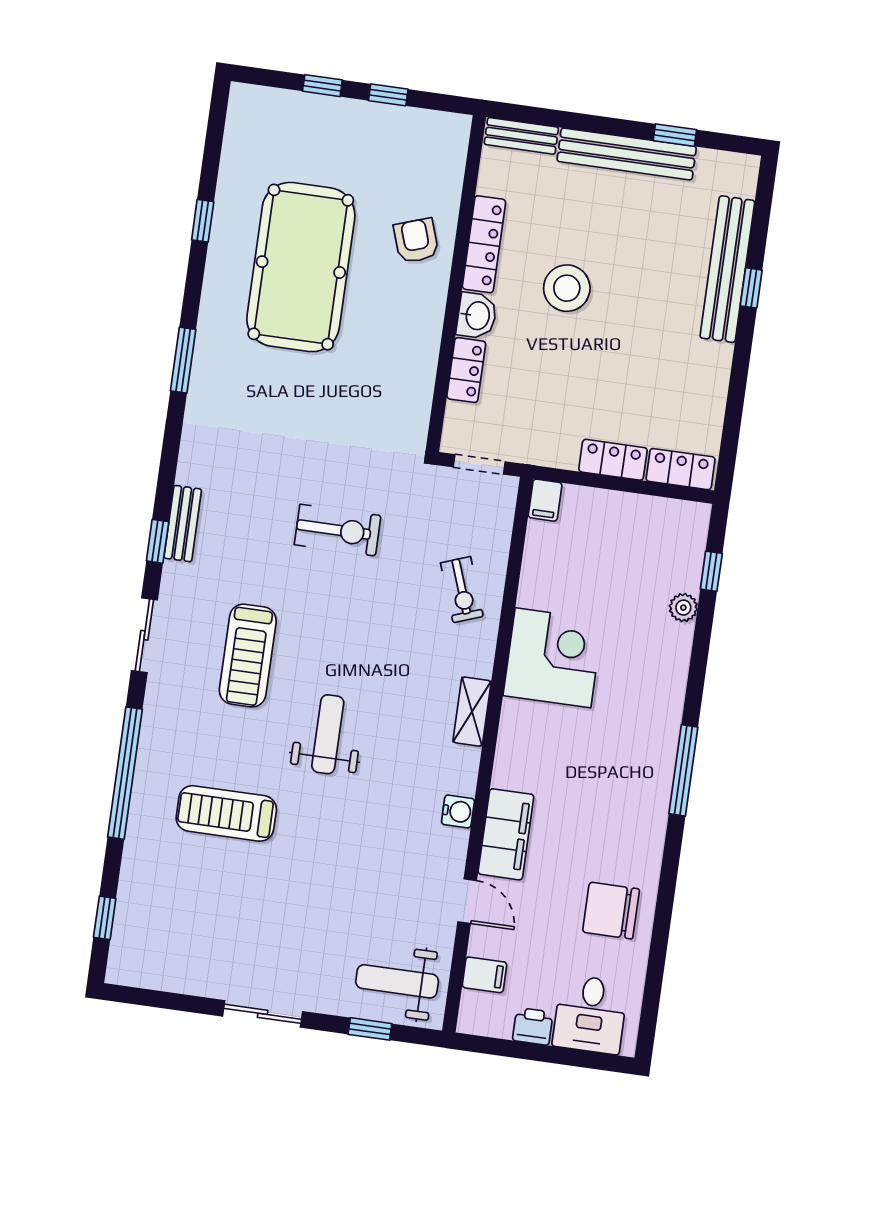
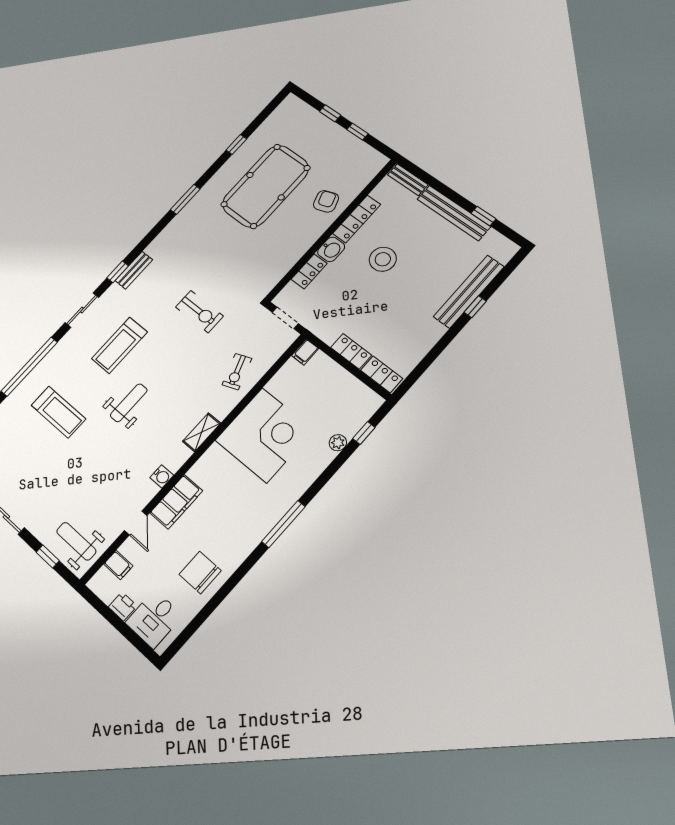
corner desk: (553, 658) -> (264, 435), width x1.36, depth x1.36
treadmill: (226, 813) -> (58, 412), turned 180

